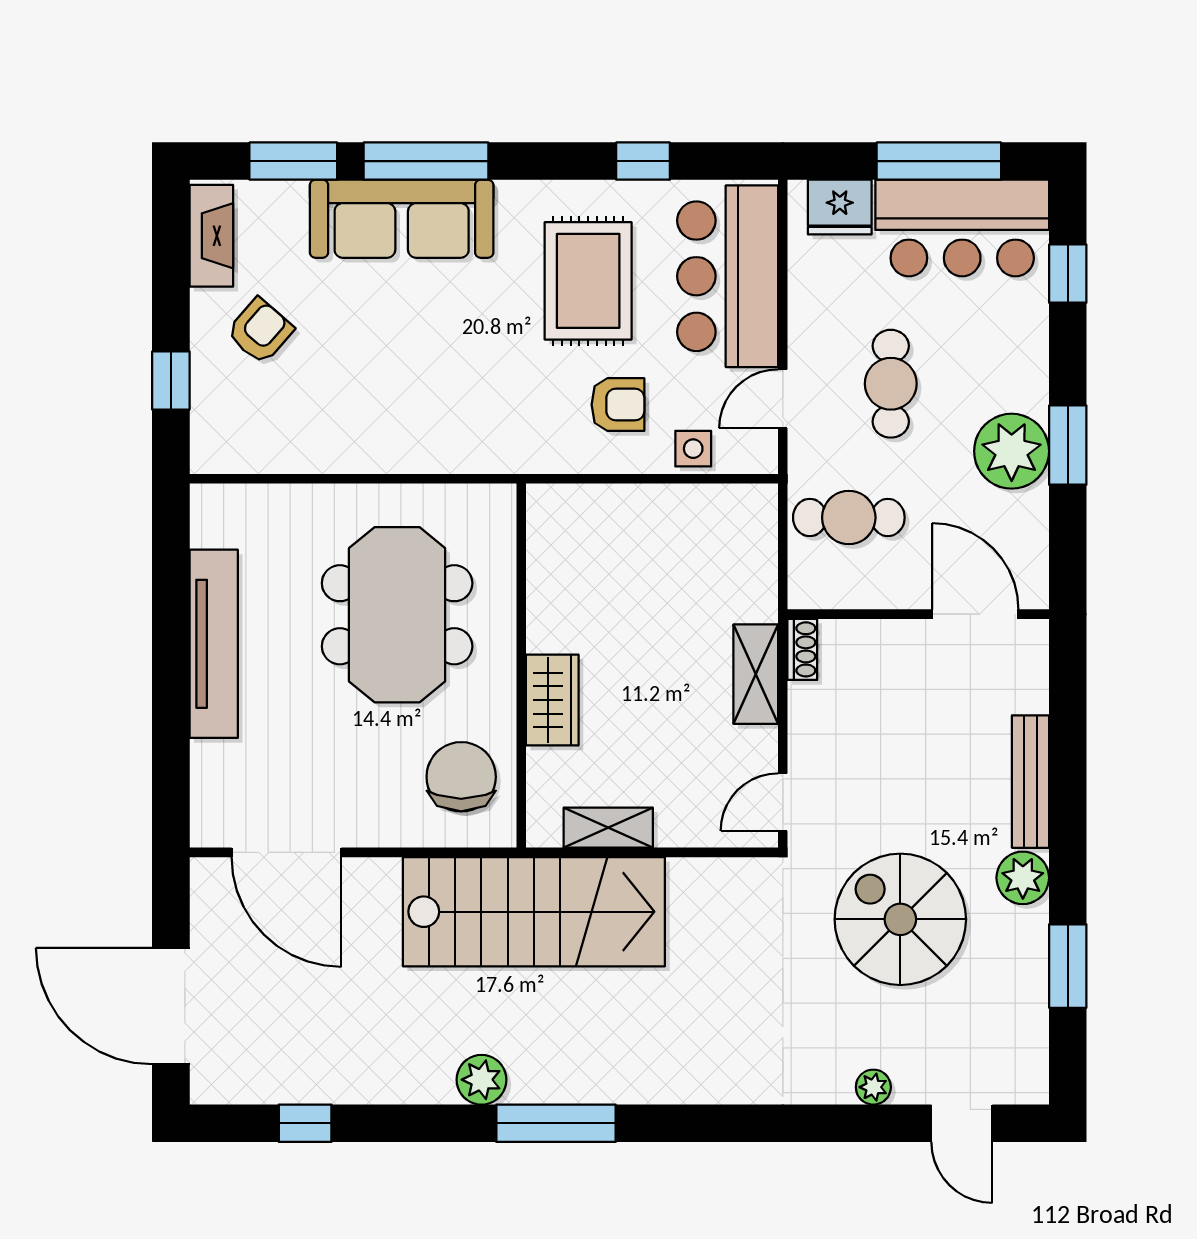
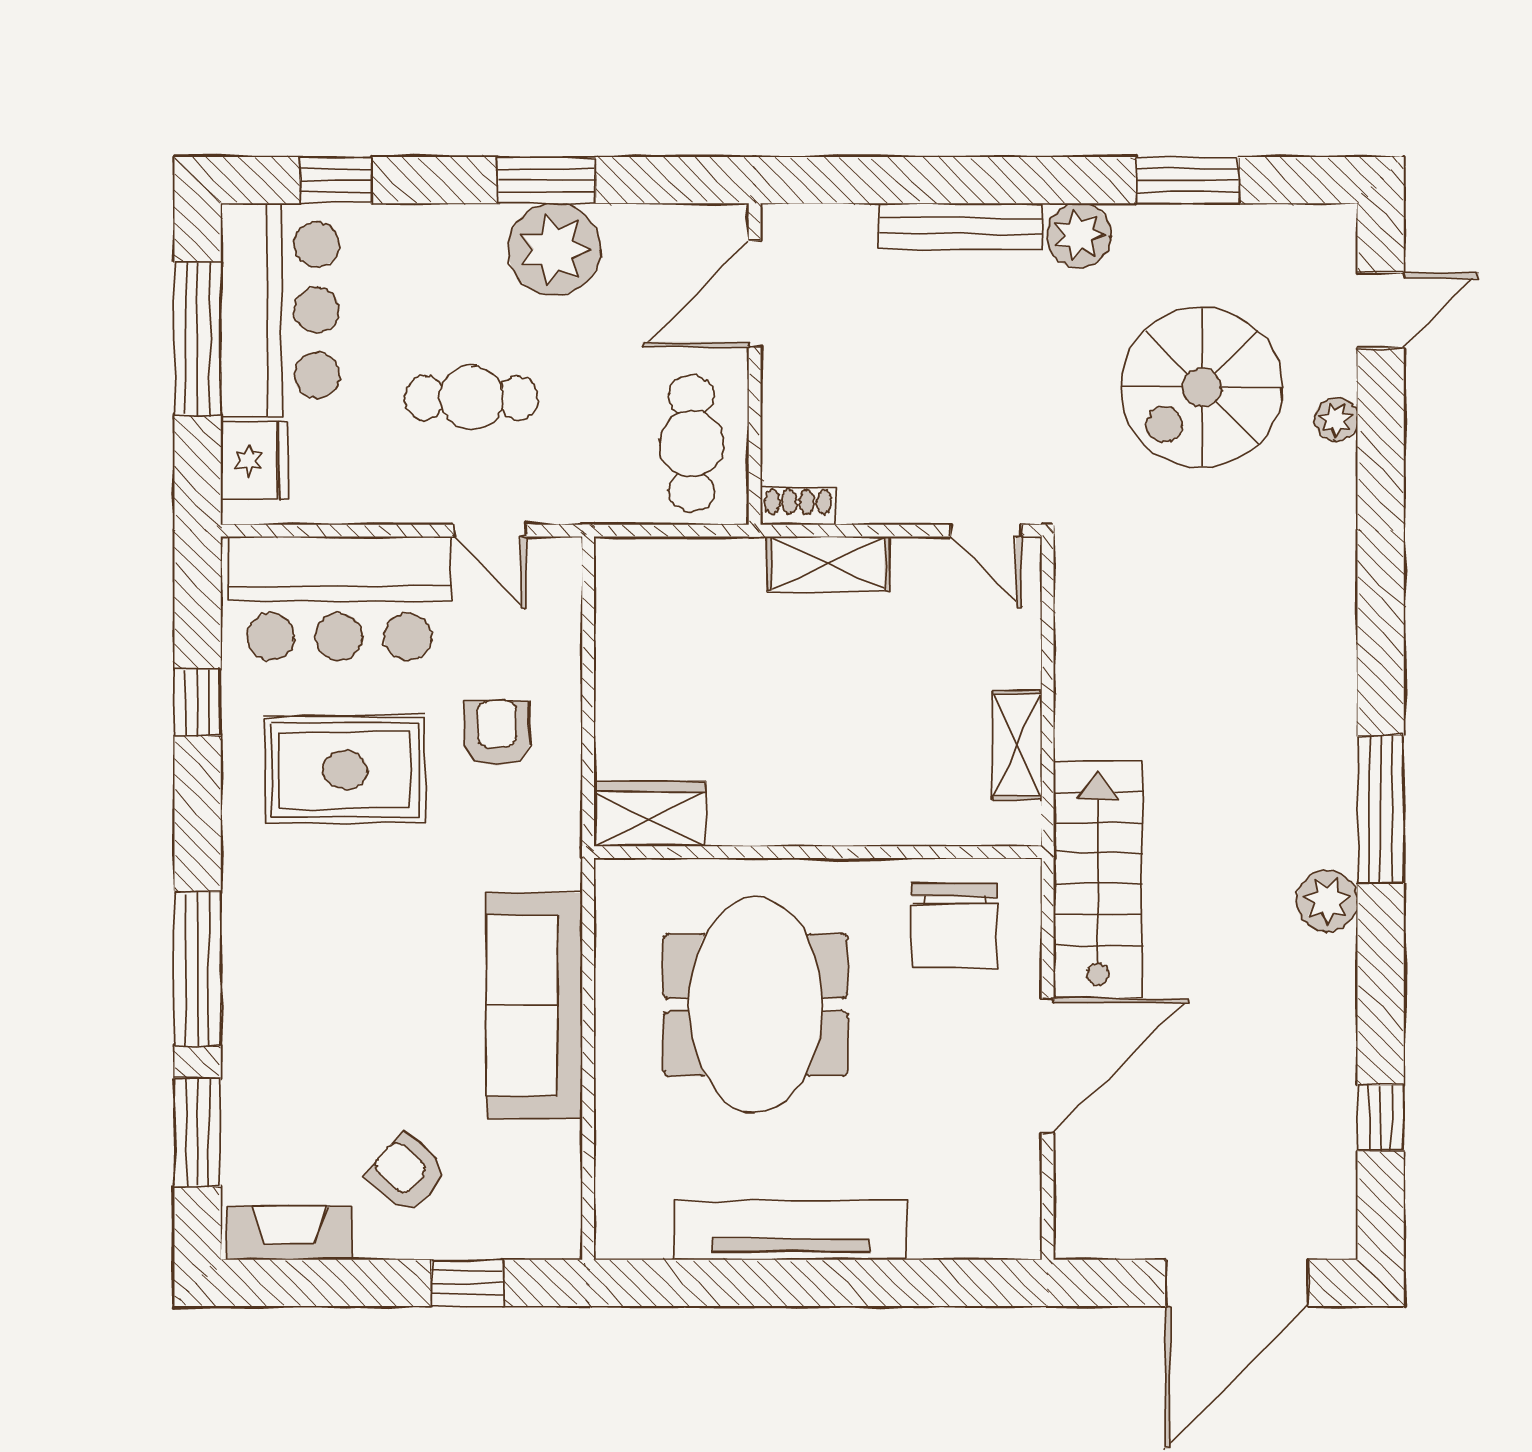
sofa: (402, 219) -> (534, 1006), moved, turned 180
side table: (693, 449) -> (551, 641), removed
cafe table: (849, 518) -> (691, 444), moved
meeting table: (397, 615) -> (755, 1005), turned 90
wardrobe: (552, 700) -> (650, 814), moved
chair: (461, 777) -> (955, 926), turned -90
door: (287, 852) -> (1048, 1066), moved
stairs: (534, 912) -> (1098, 880), width x0.73, depth x0.66
spiral stairs: (900, 919) -> (1201, 387), moved

